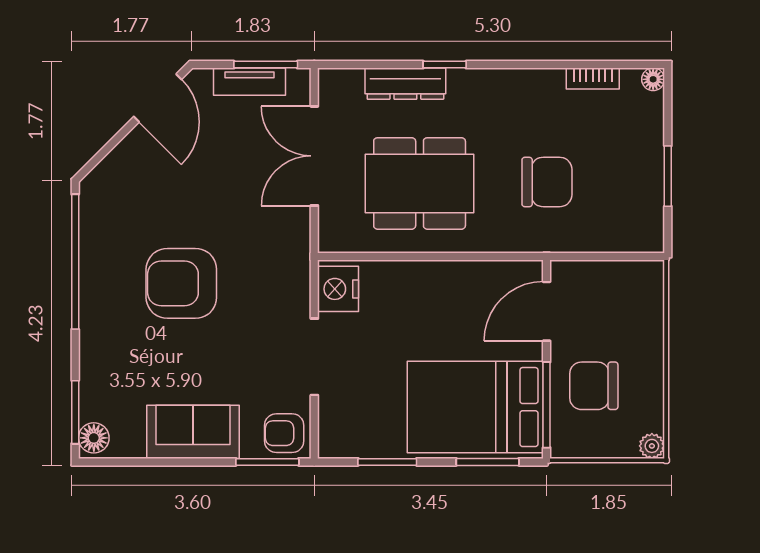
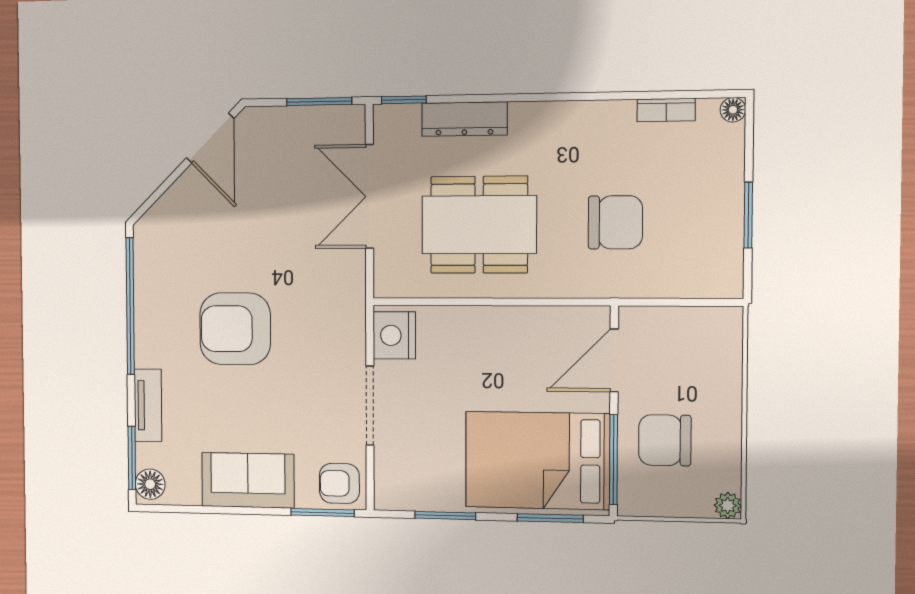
window: (445, 65) -> (404, 100), moved
tv unit: (250, 82) -> (148, 405), moved, turned -90

